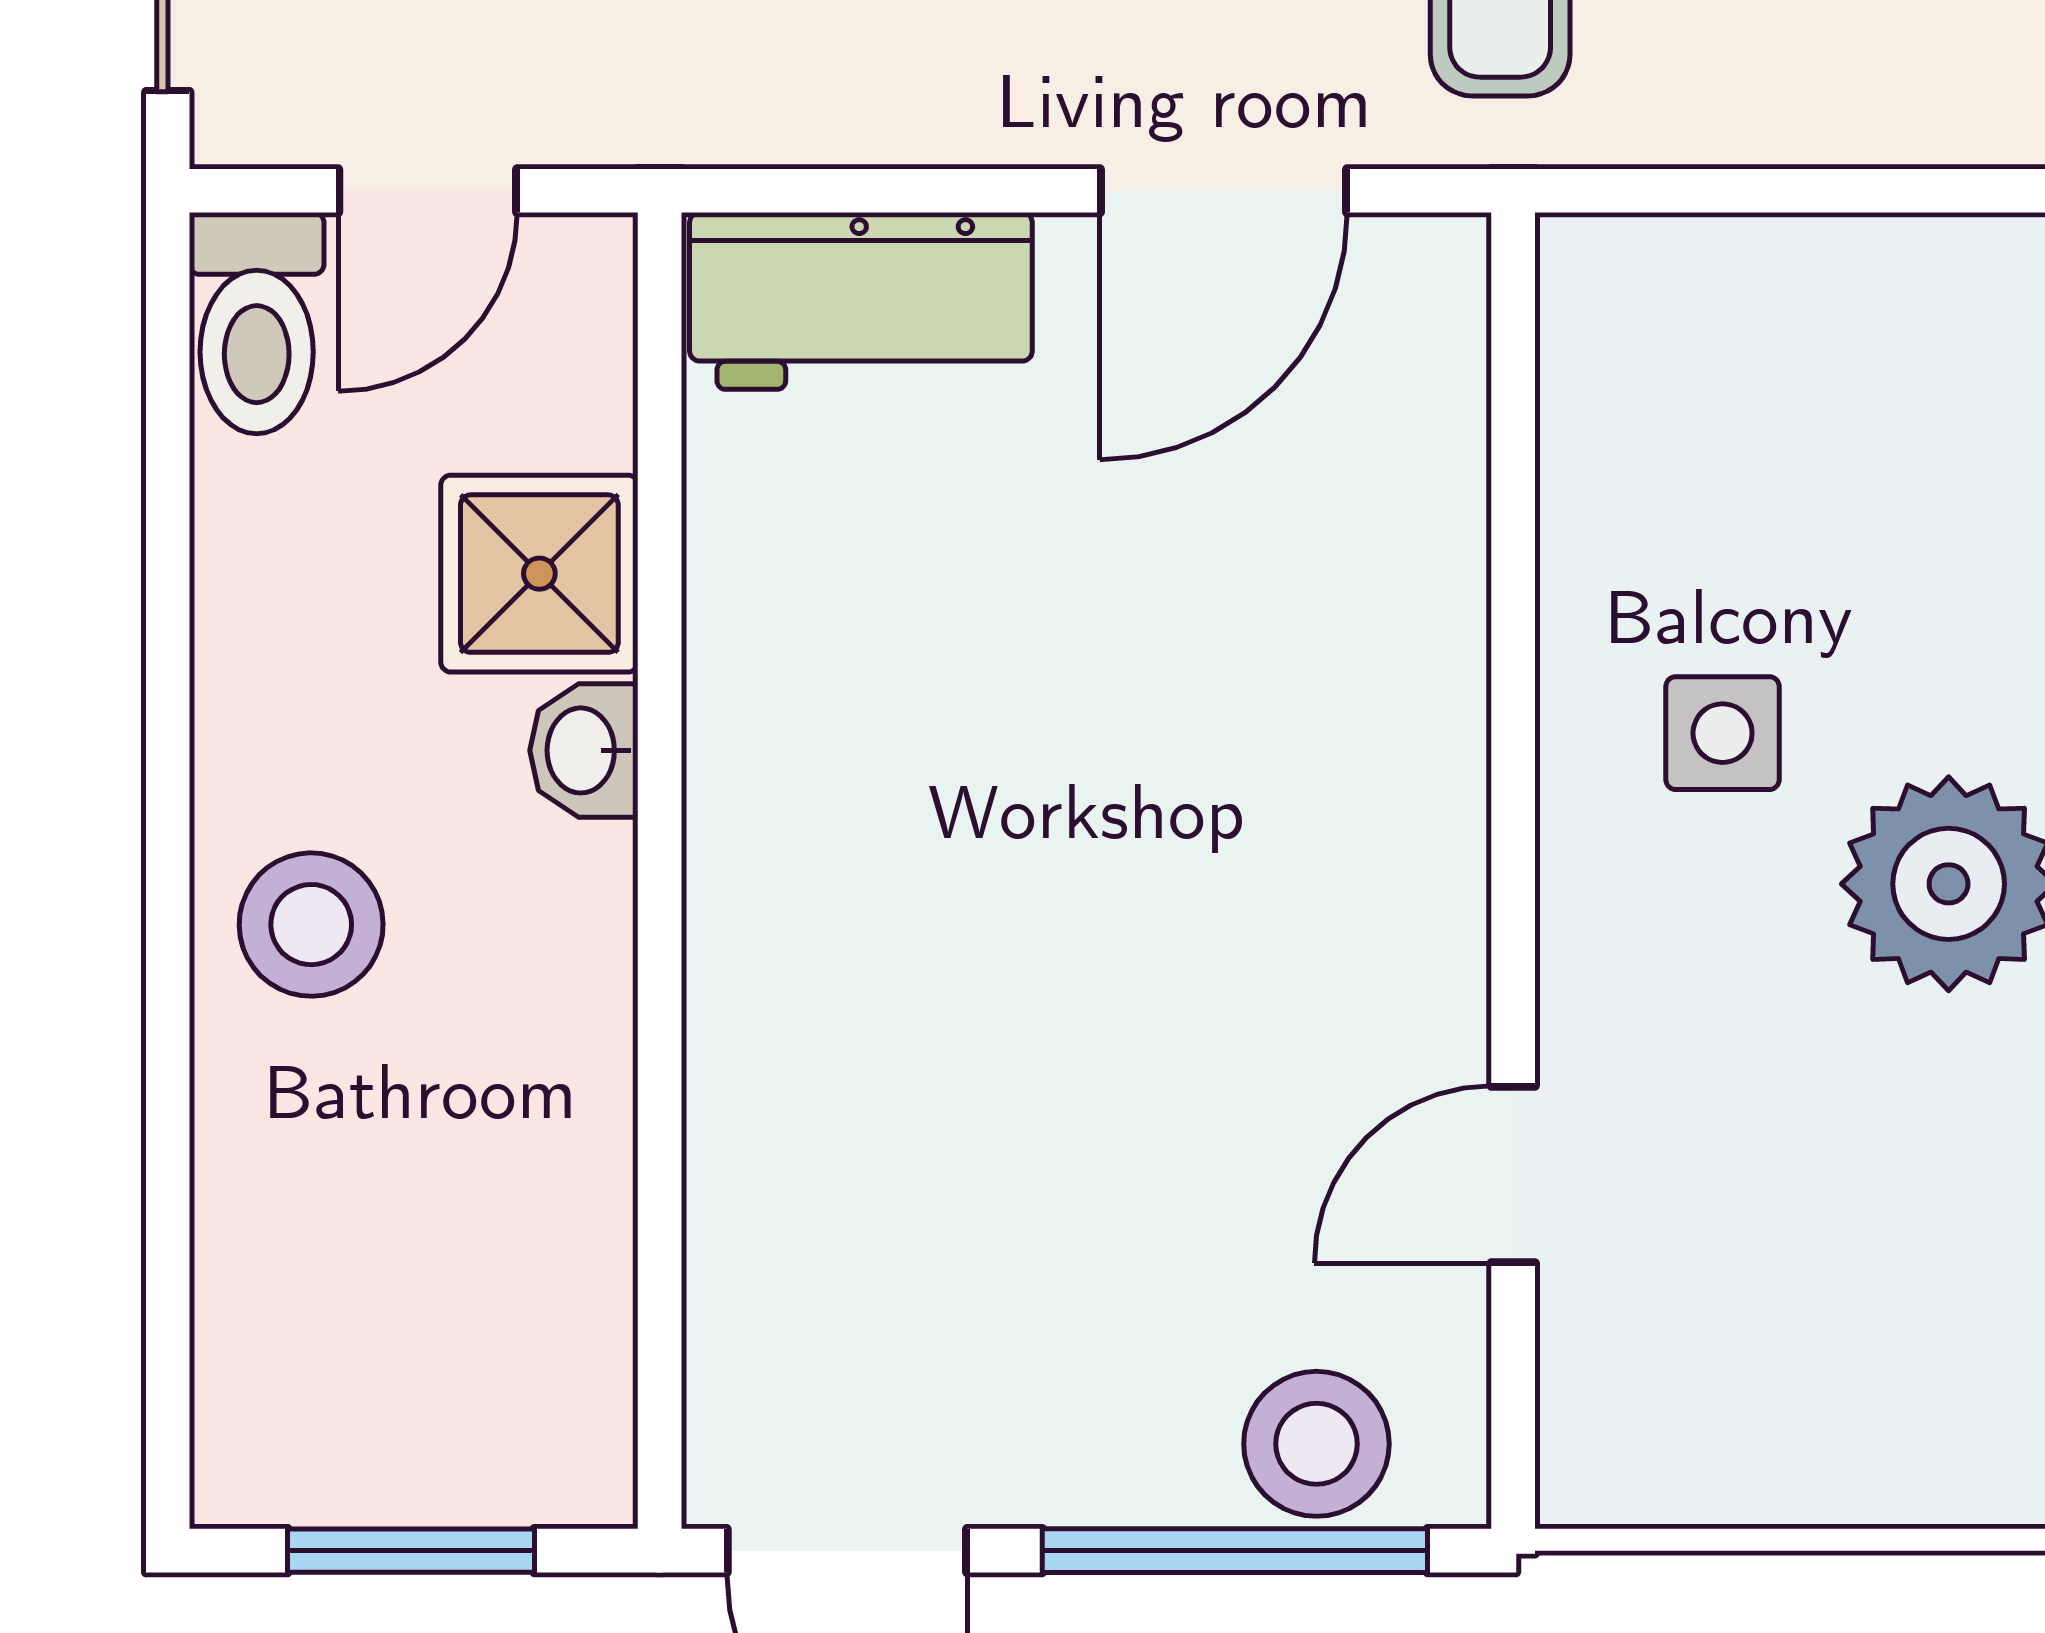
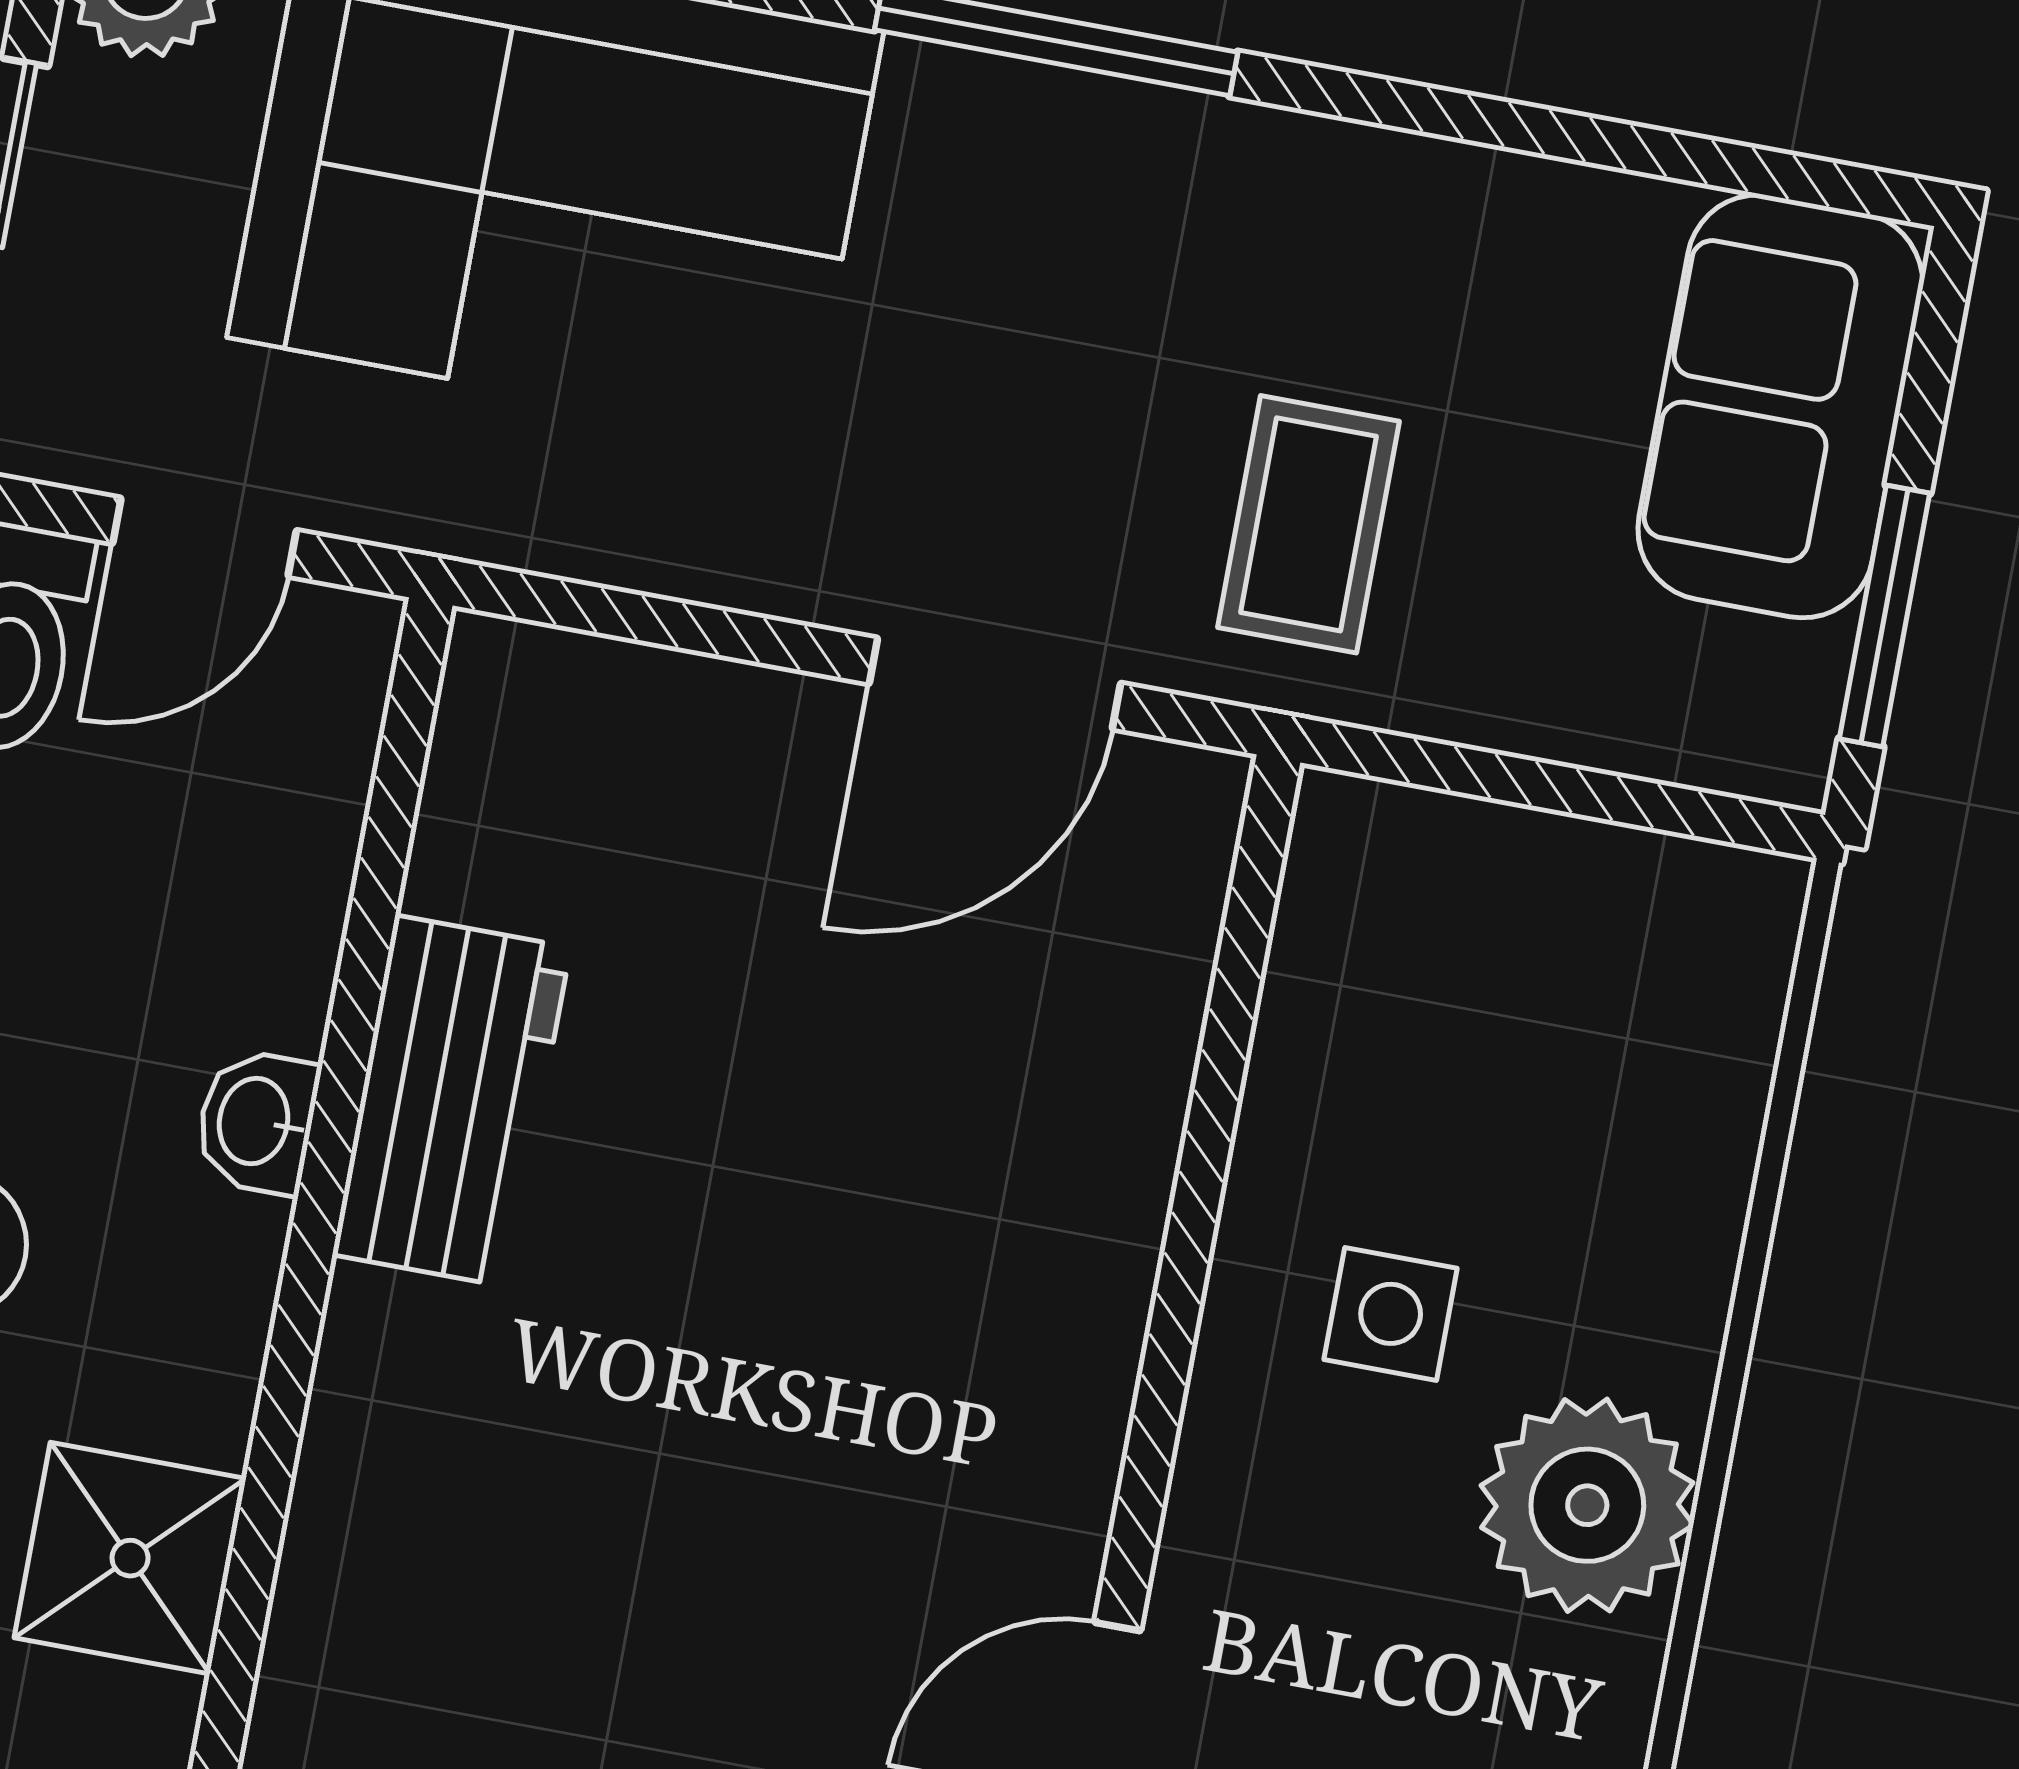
workbench: (861, 301) -> (451, 1101), moved, turned -90
shower: (539, 574) -> (130, 1558), moved

